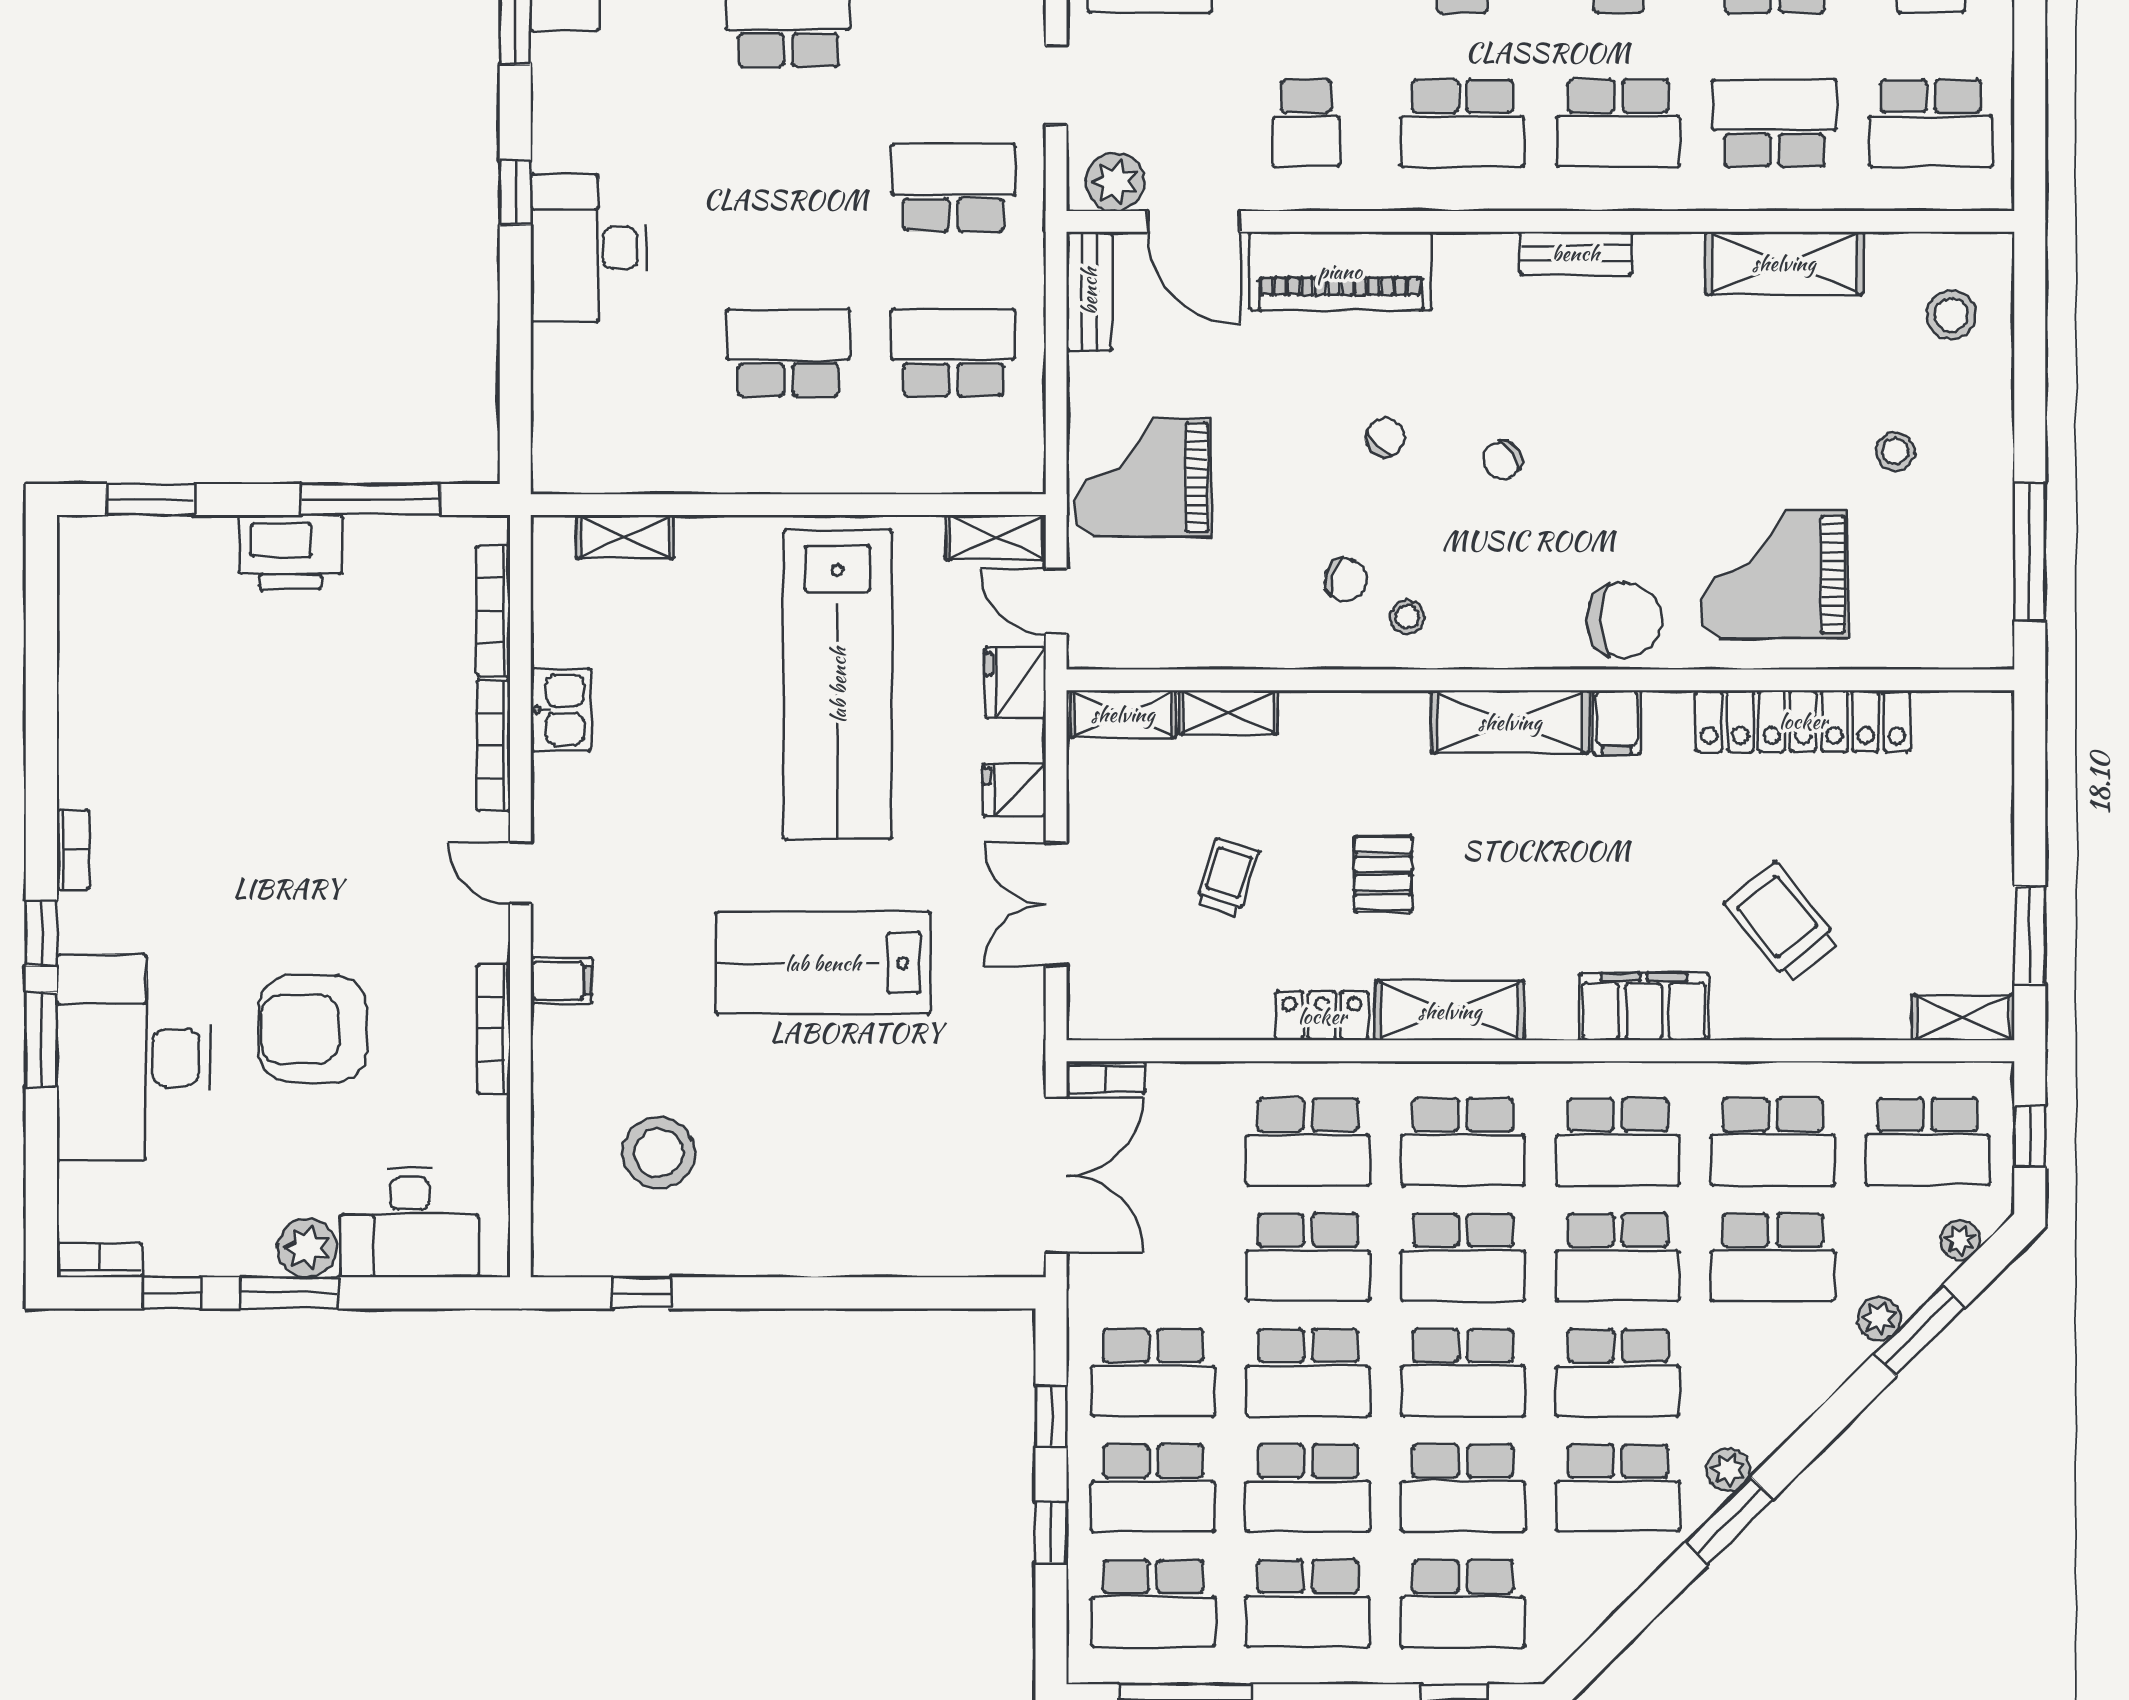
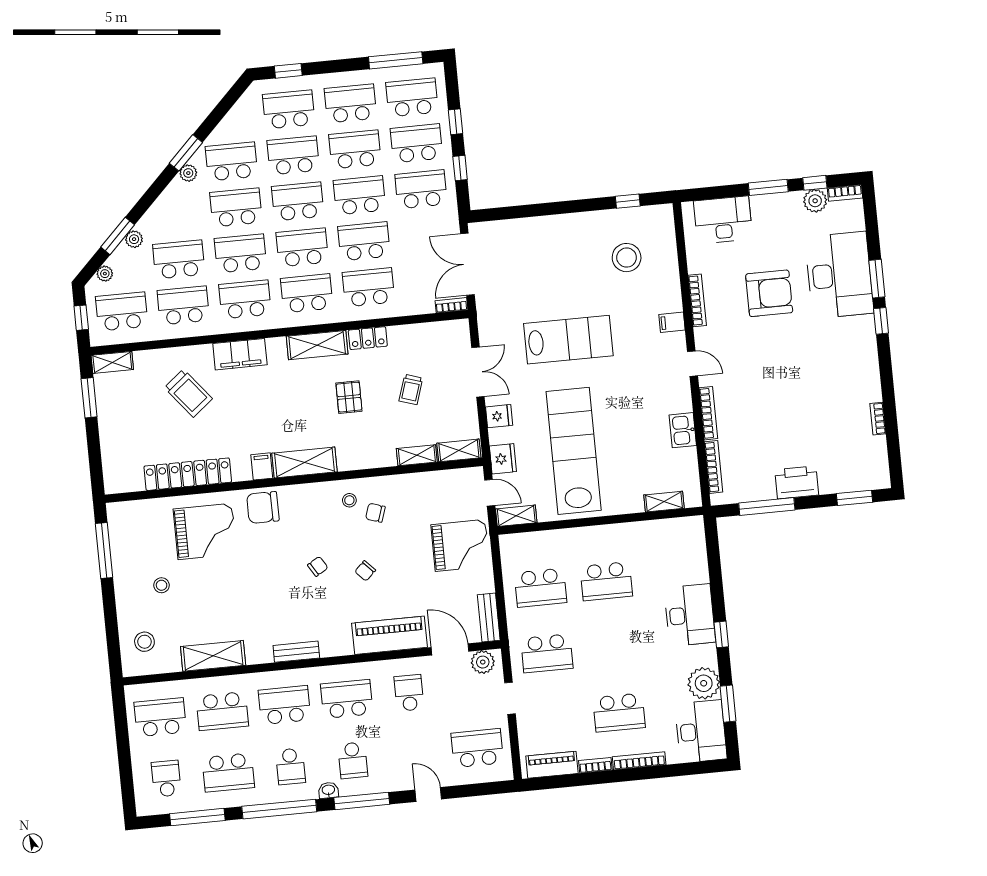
plant: (571, 75) -> (704, 683), added
bookcase: (73, 849) -> (878, 419), moved
plant: (307, 1248) -> (815, 201), moved

